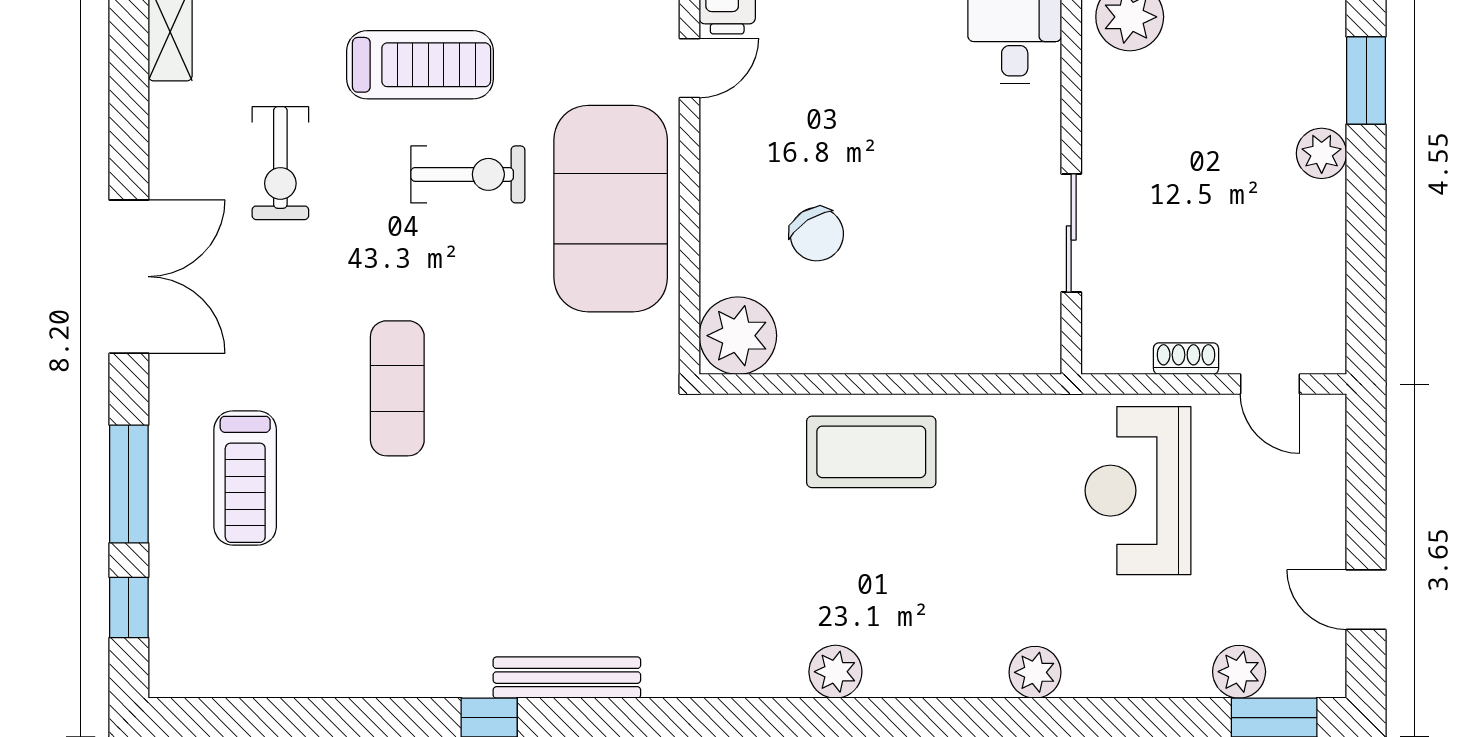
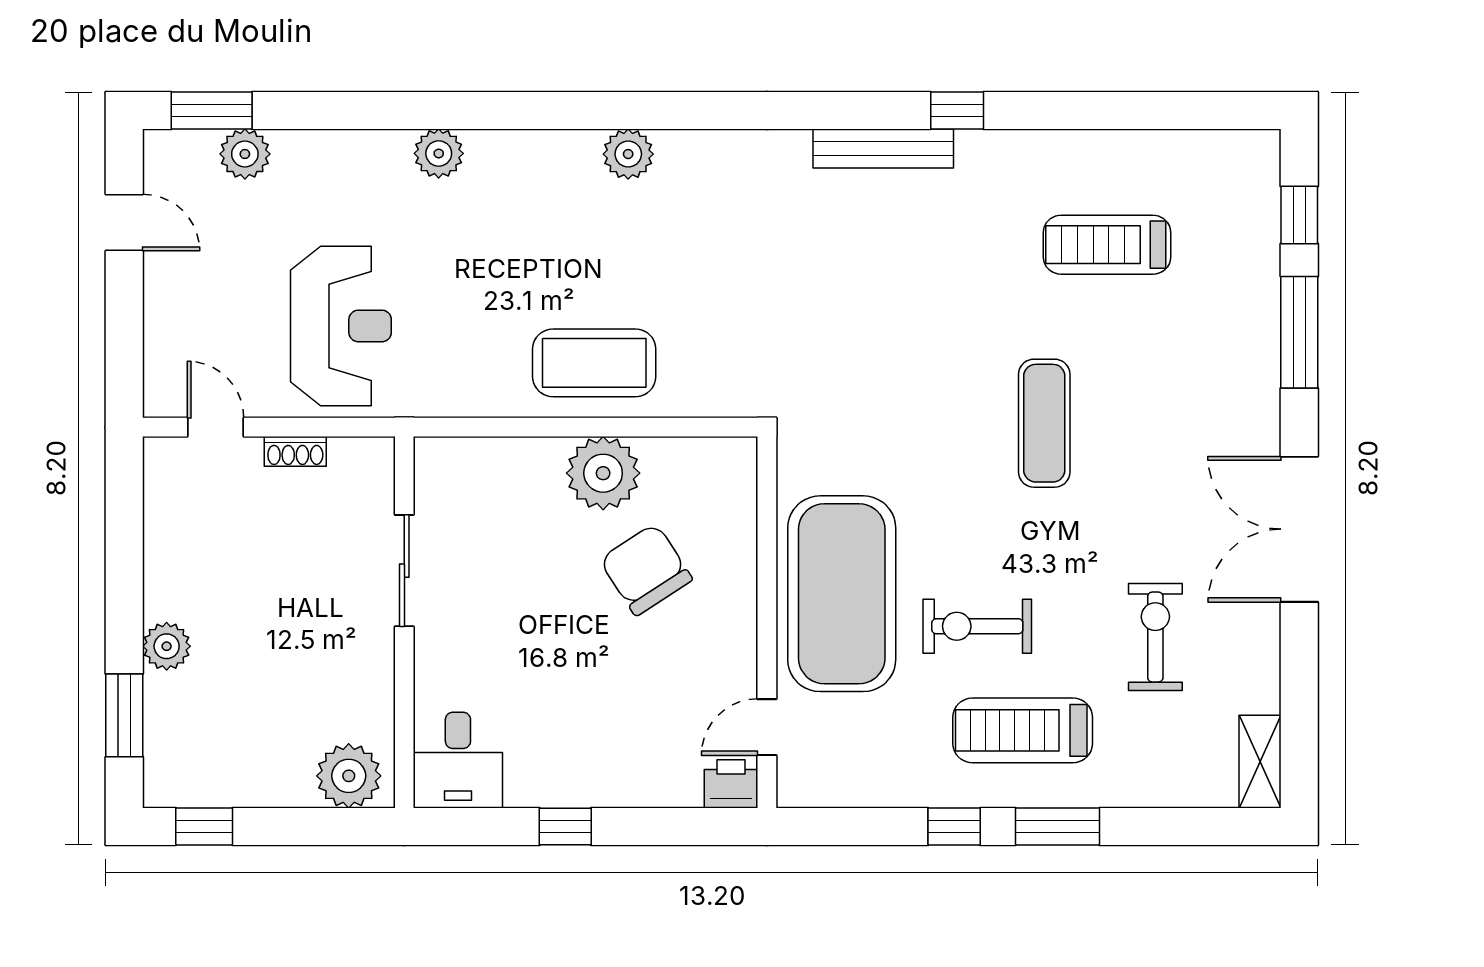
chair: (817, 234) -> (646, 570), width x1.37, depth x1.37
plant: (738, 336) -> (603, 473), moved
treadmill: (245, 478) -> (1107, 245), moved, turned -90

